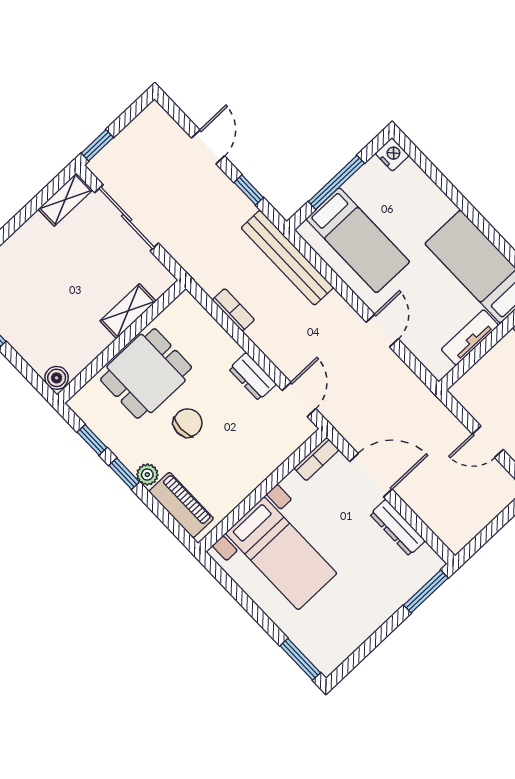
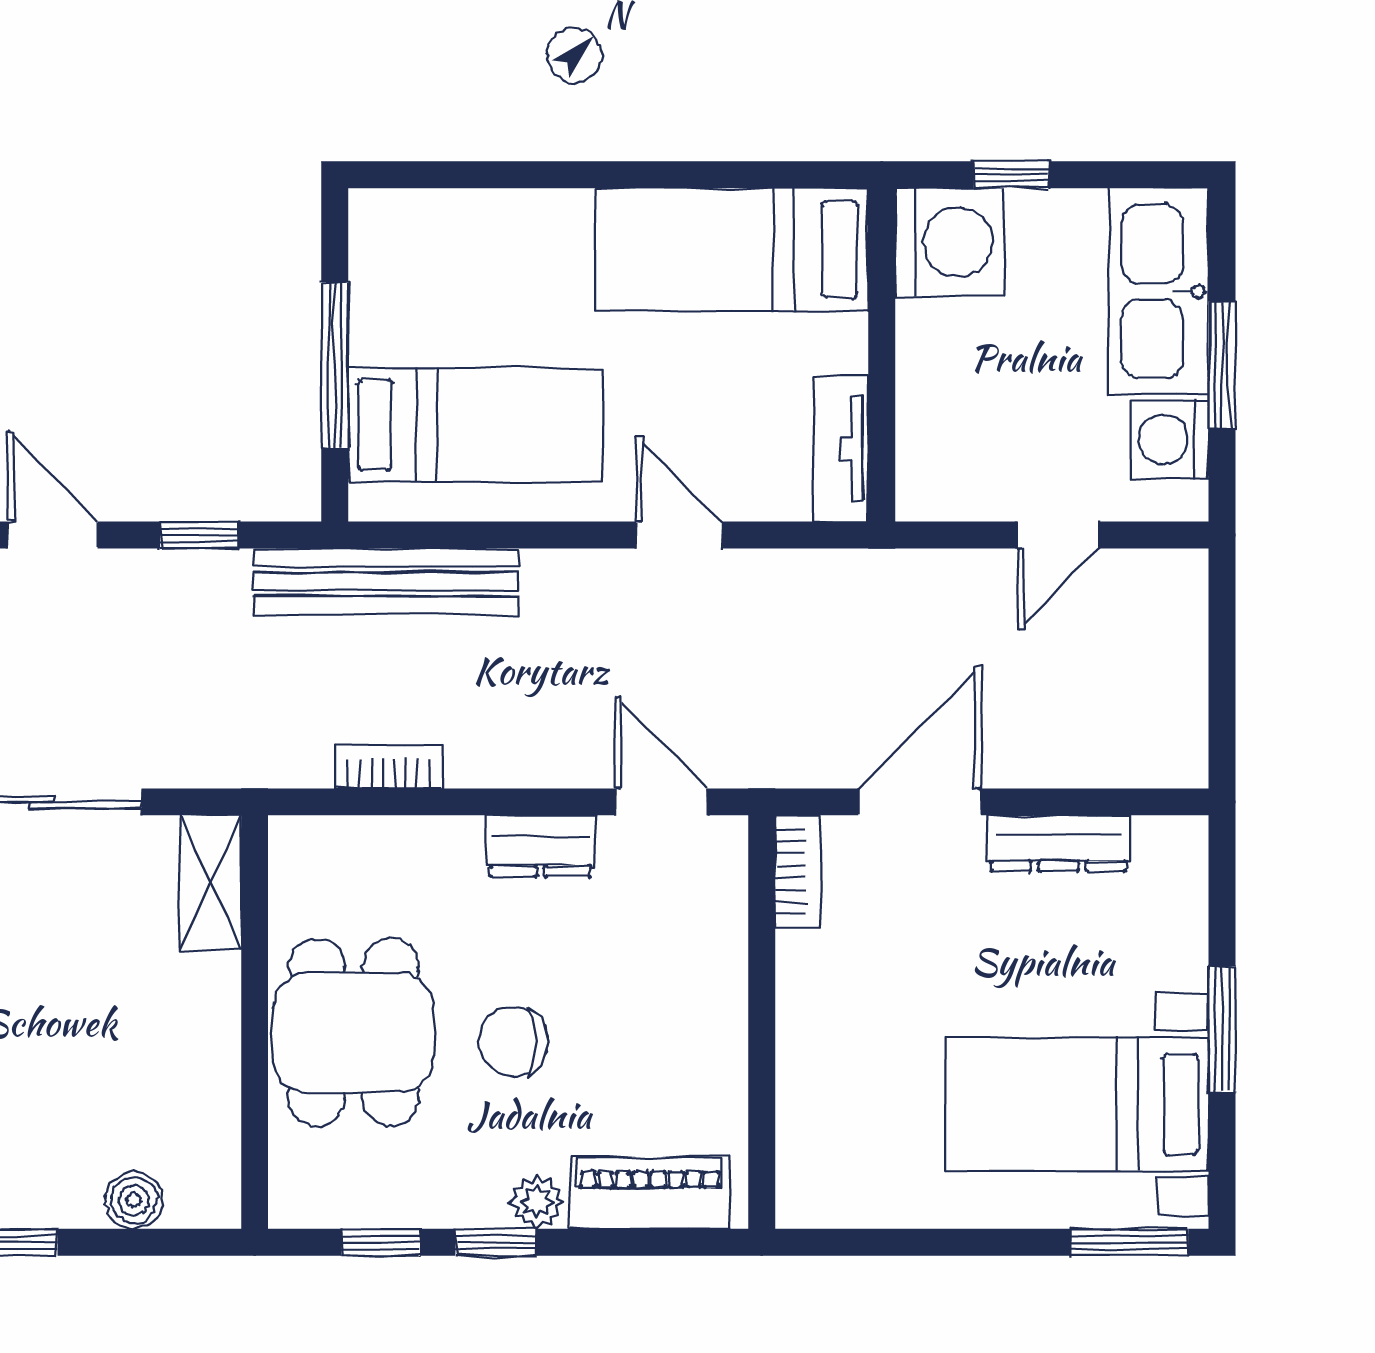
nightstand: (392, 154) -> (380, 217), removed
shelving: (128, 311) -> (211, 883), moved
tv unit: (470, 337) -> (841, 449), moved
boiler: (57, 378) -> (134, 1200), moved
chair: (188, 423) -> (513, 1042), turned -90
bed with nightstands: (281, 553) -> (1077, 1104), moved, turned 180
window: (426, 592) -> (1222, 1030), moved

